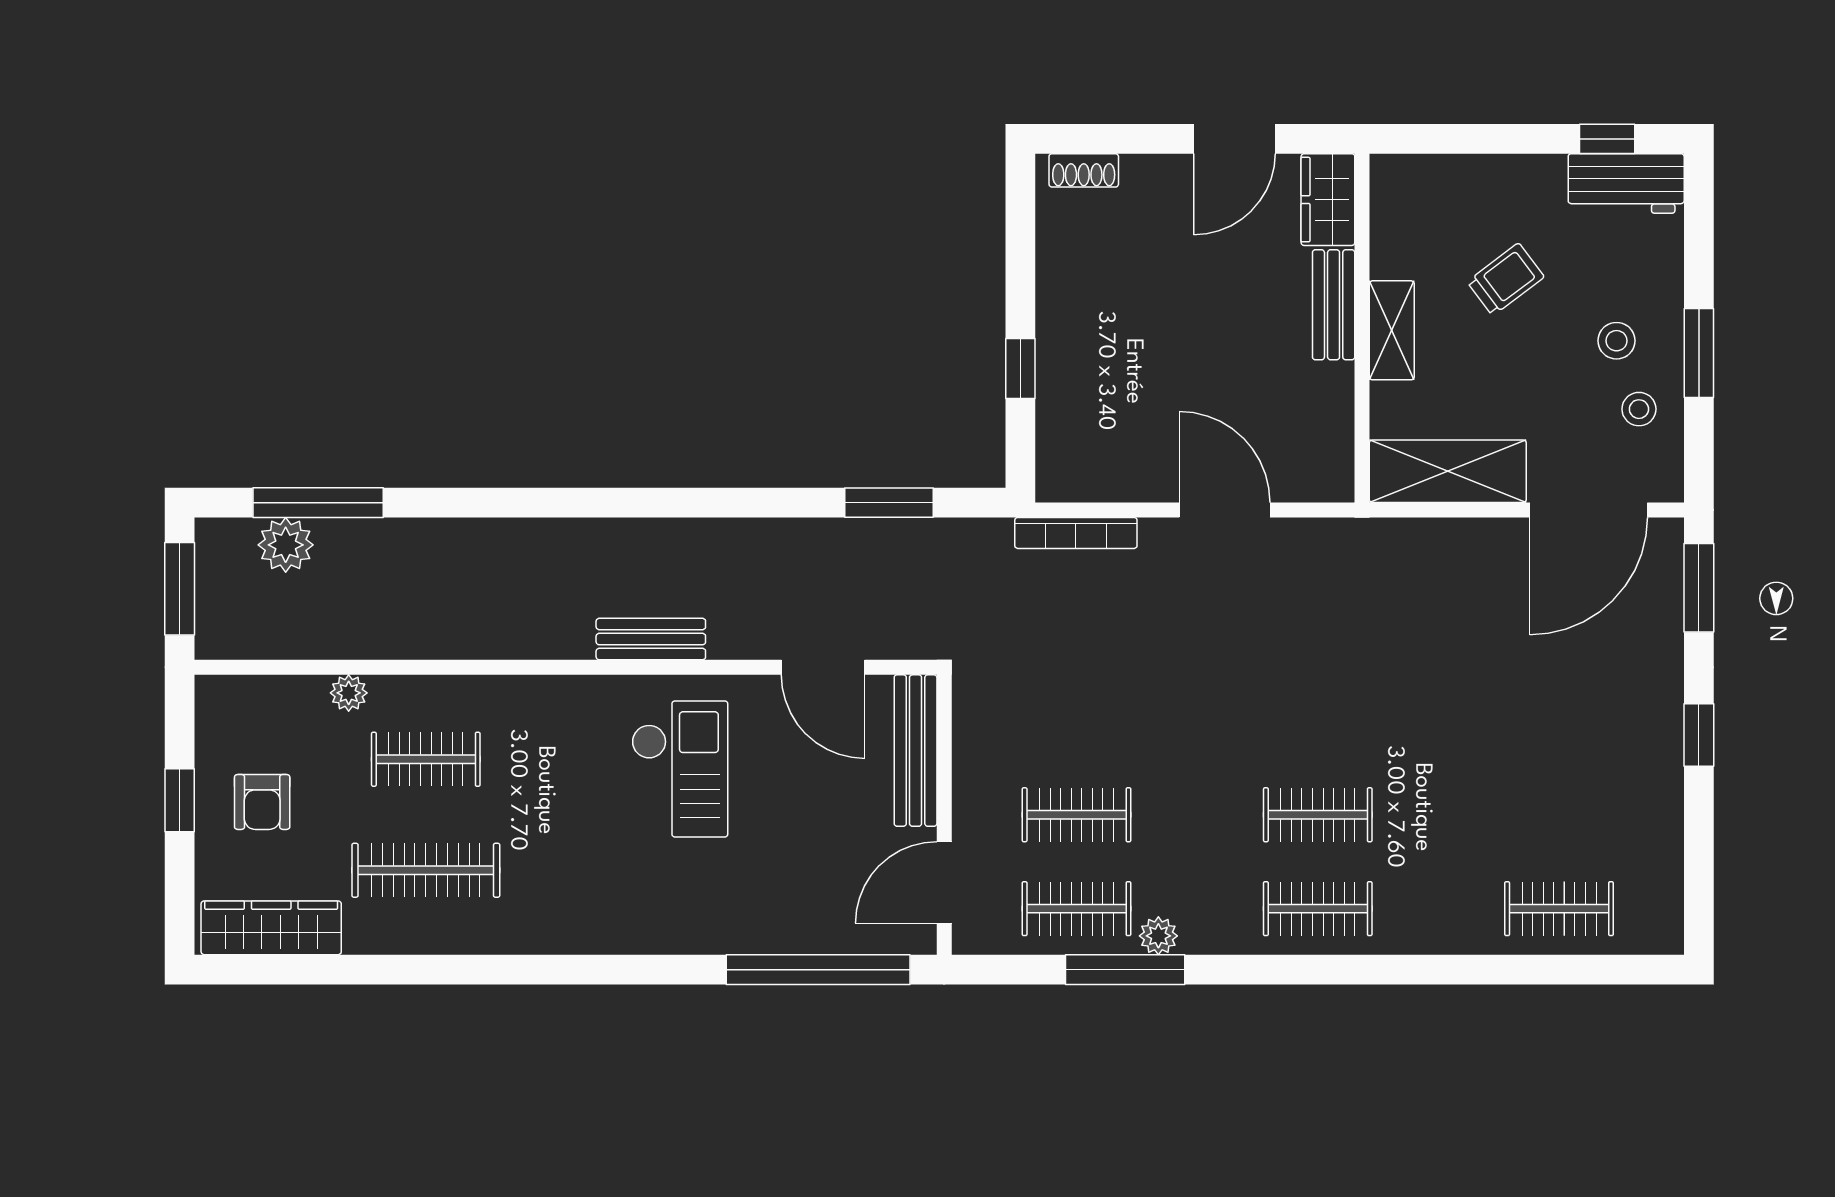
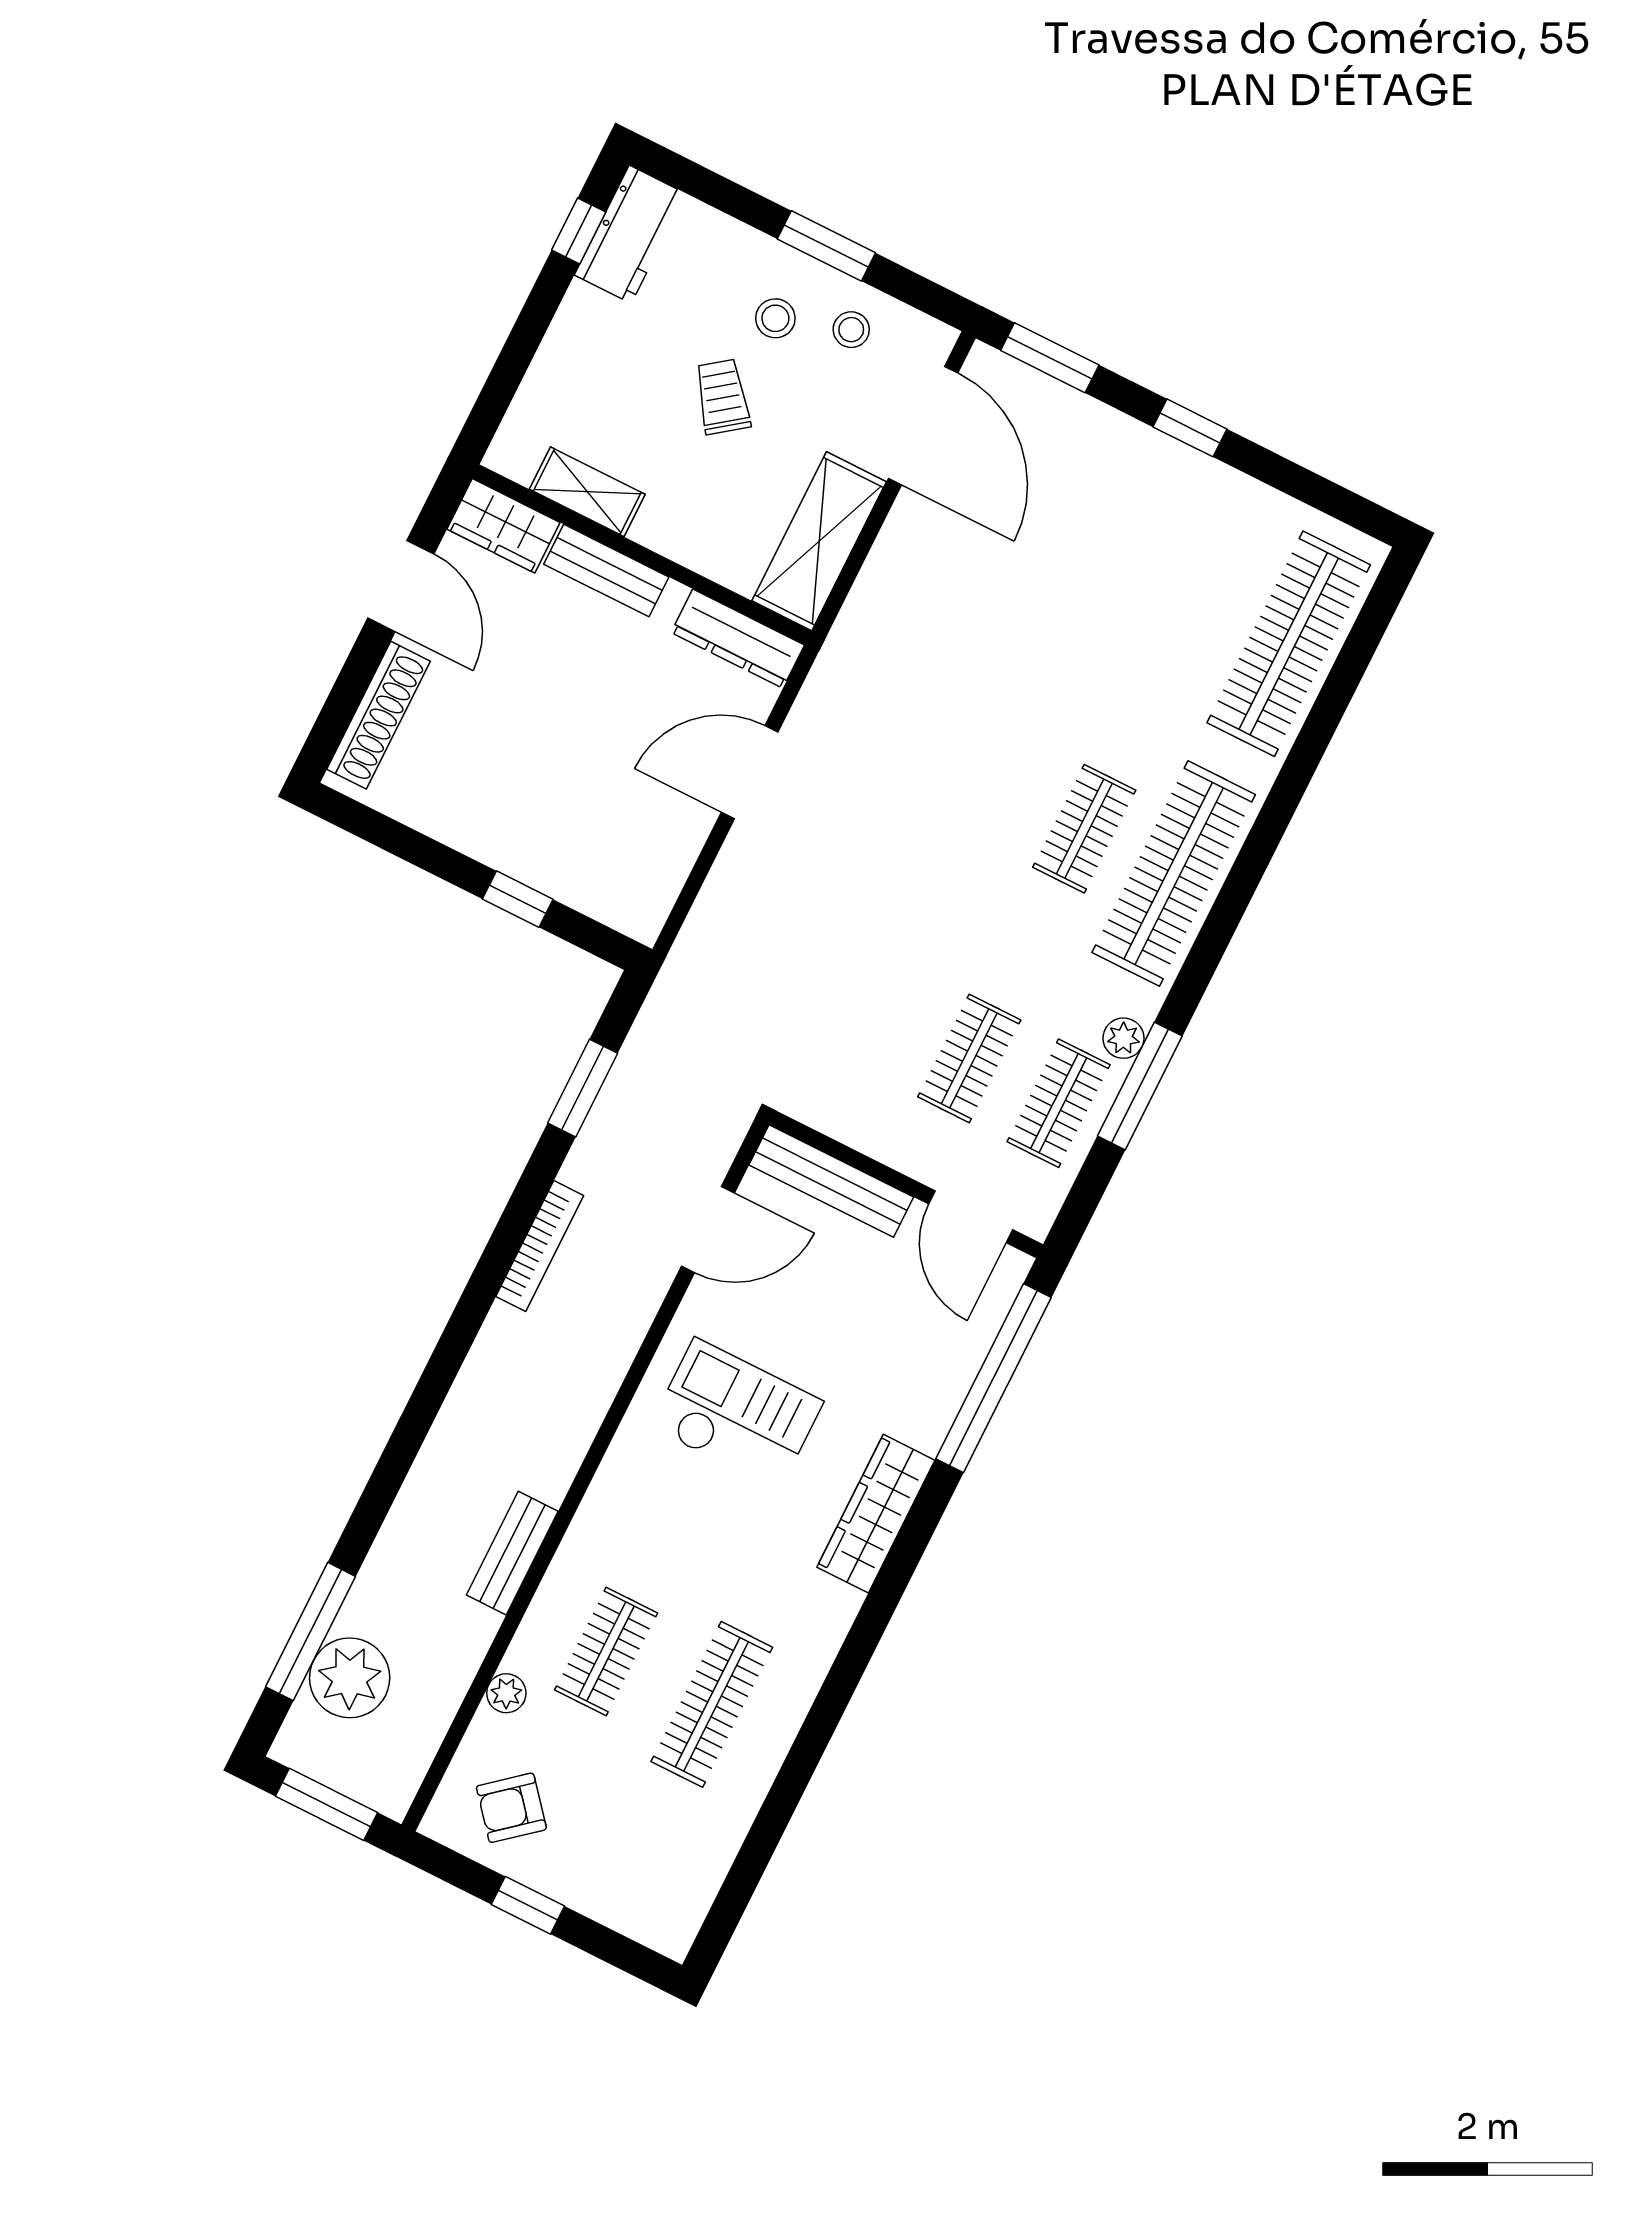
shoe rack: (1084, 170) -> (379, 715), width x1.94, depth x1.24
trolley: (1506, 279) -> (722, 397), moved
shelving: (1392, 330) -> (587, 492), moved
dresser: (1332, 444) -> (738, 639), added
bookcase: (1076, 533) -> (540, 1246), moved
plant: (286, 545) -> (350, 1678), width x1.36, depth x1.36
bench: (651, 639) -> (512, 1553), moved
armchair: (262, 802) -> (511, 1808), moved, turned 140
clothes rail: (1318, 909) -> (1174, 873), width x1.86, depth x1.31
clothes rail: (1559, 909) -> (1289, 644), width x1.86, depth x1.31
wardrobe: (271, 928) -> (876, 1514), moved

